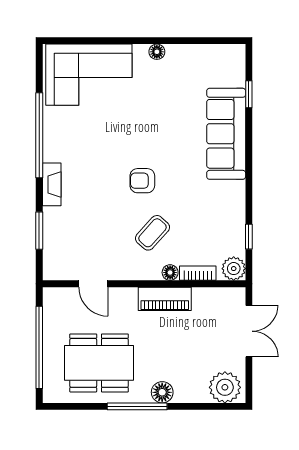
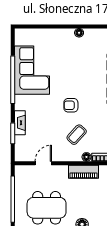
corner sofa: (89, 75) -> (32, 70), moved, turned -90
fireplace: (52, 184) -> (20, 123), moved
door: (93, 284) -> (43, 163), swing flipped

